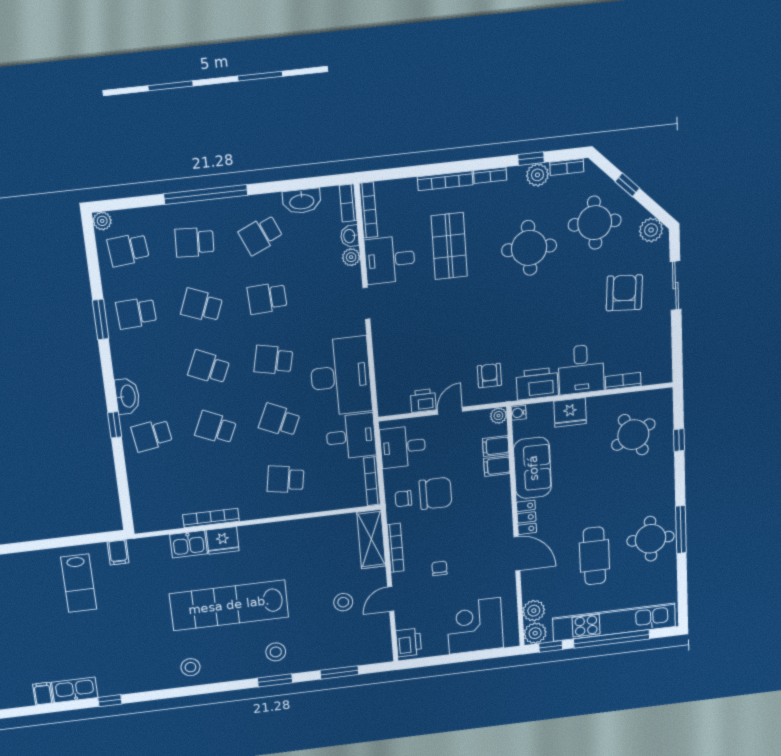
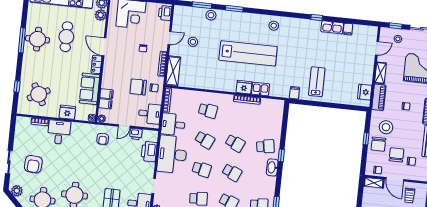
printer: (537, 384) -> (149, 152), moved, turned 90
stool: (276, 652) -> (211, 15), moved

